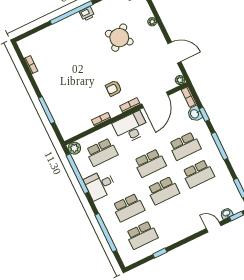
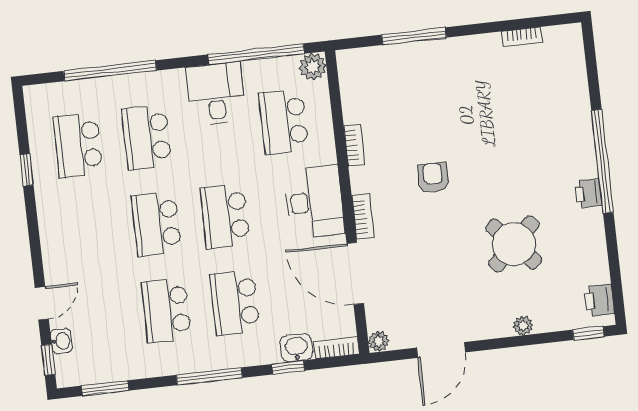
armchair: (114, 88) -> (433, 178), moved

